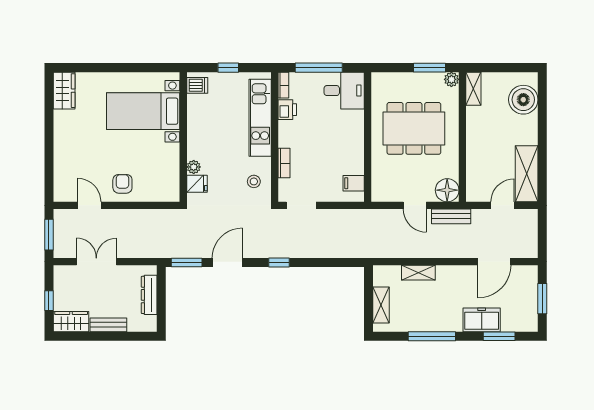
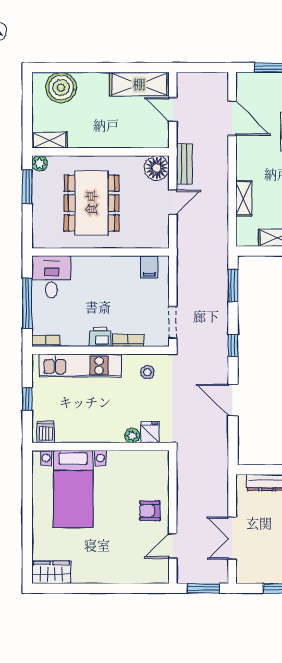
printer: (287, 110) -> (100, 337), moved
window: (187, 262) -> (233, 285), moved

